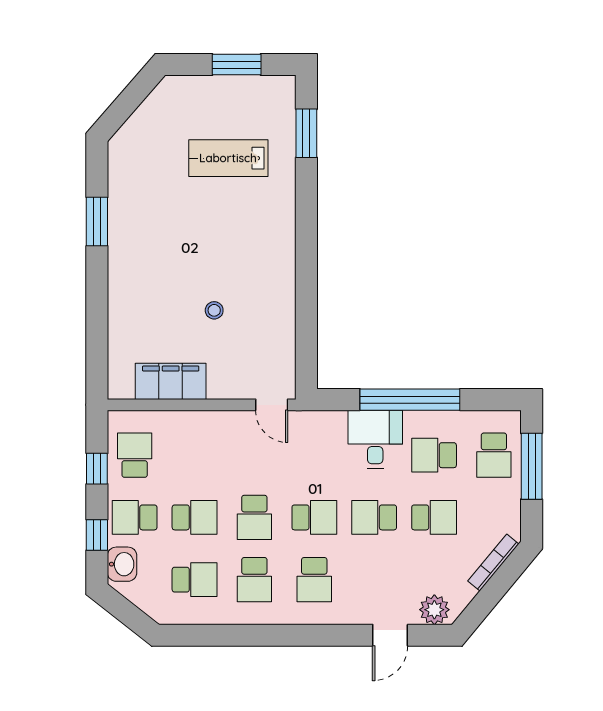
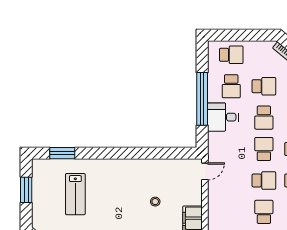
window: (532, 466) -> (237, 35), removed
school desk: (434, 517) -> (264, 86), turned 90

